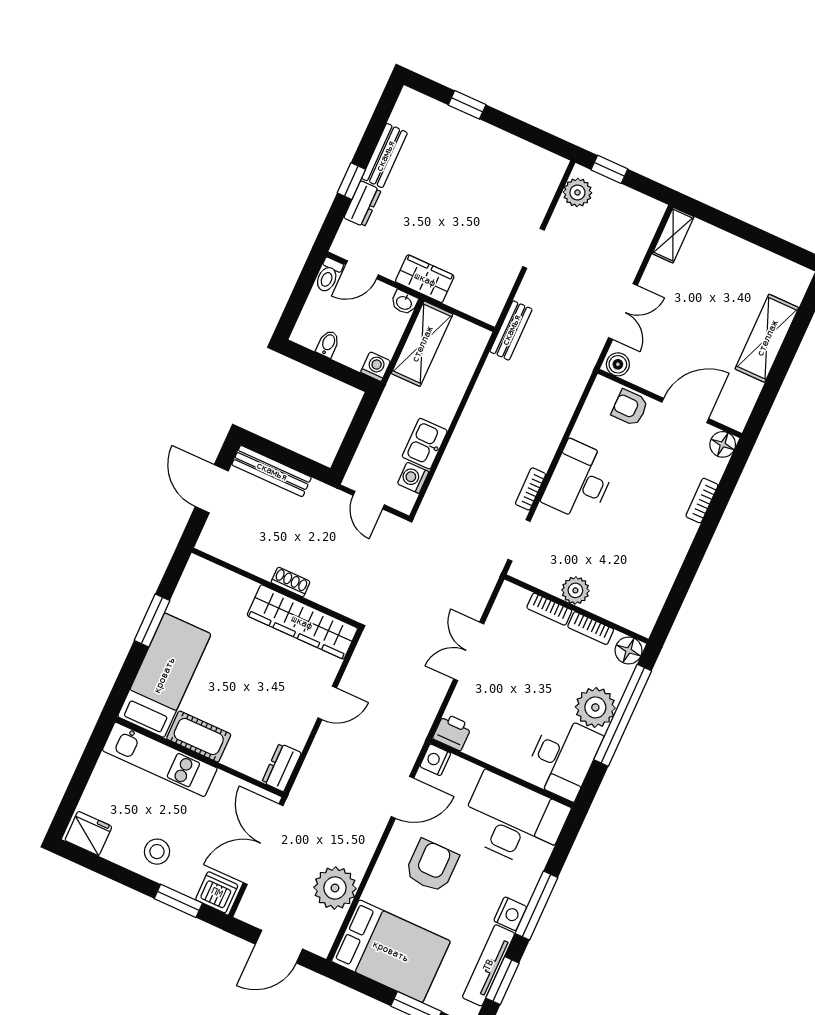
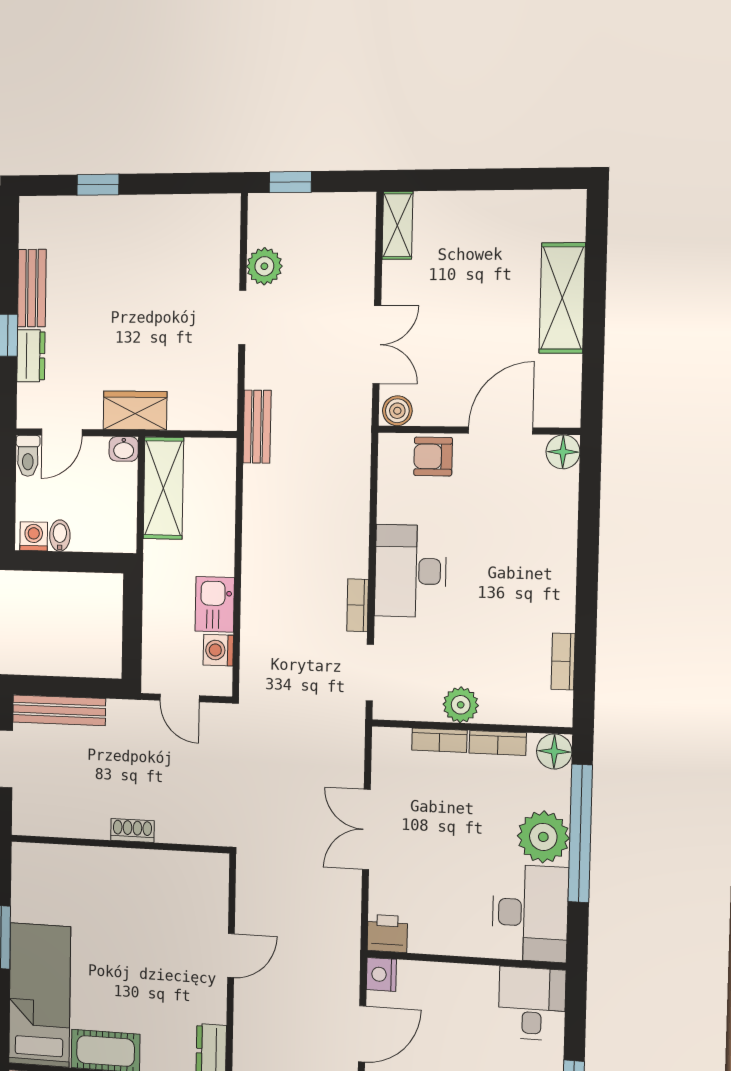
plant: (577, 192) -> (264, 266), moved
washing machine: (376, 367) -> (34, 536), moved
bookcase: (702, 501) -> (563, 661), moved
wardrobe: (302, 622) -> (164, 872), removed
desk: (514, 821) -> (532, 1004), width x0.53, depth x0.77

